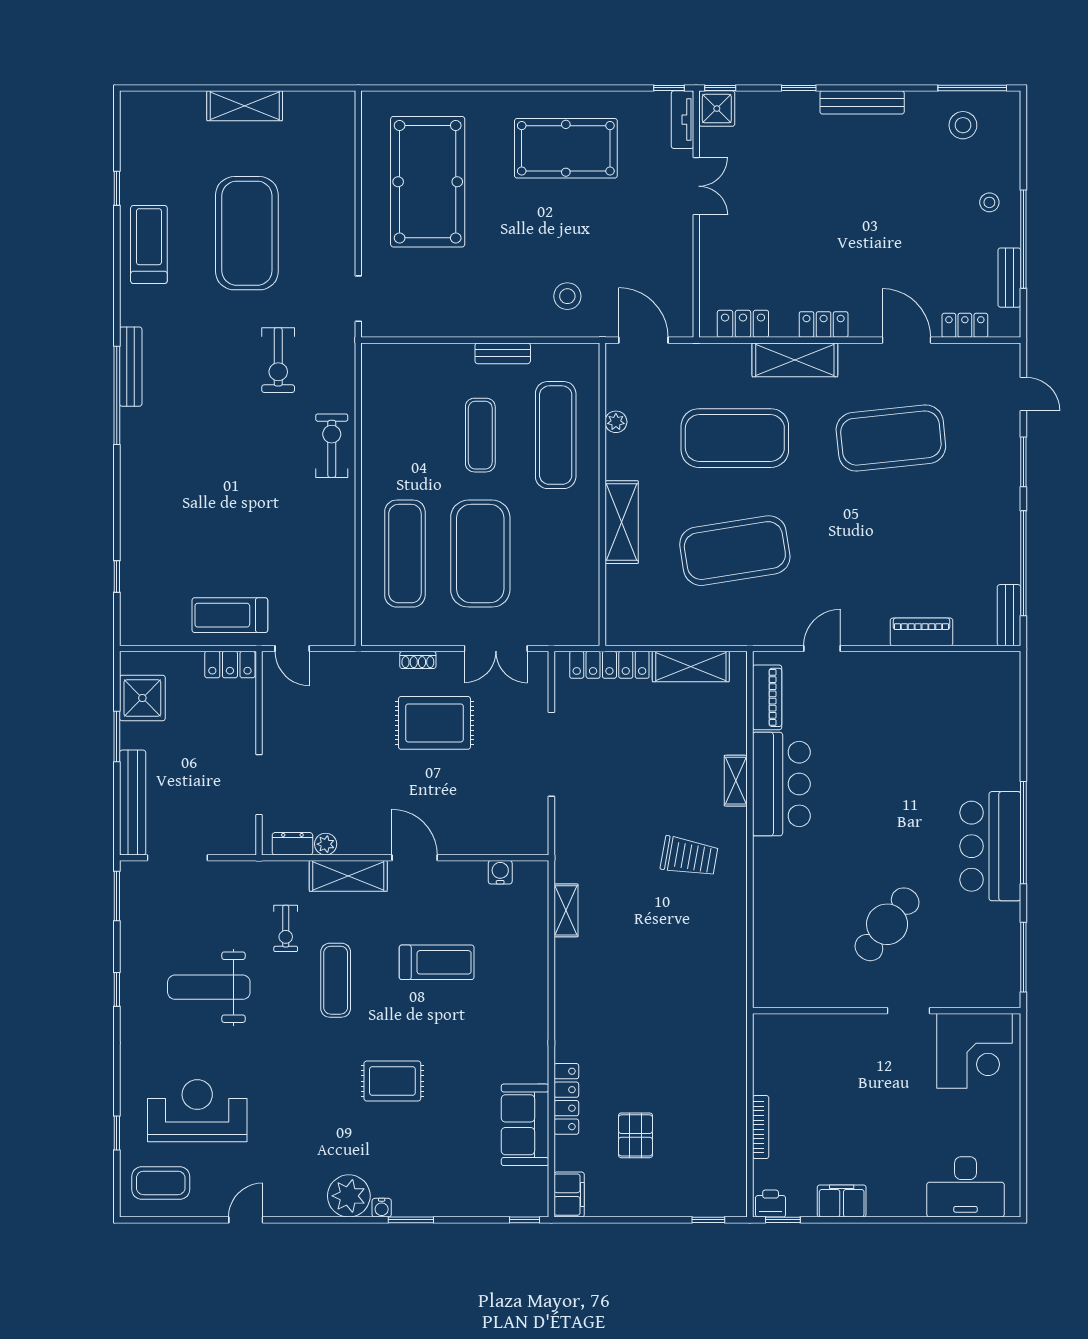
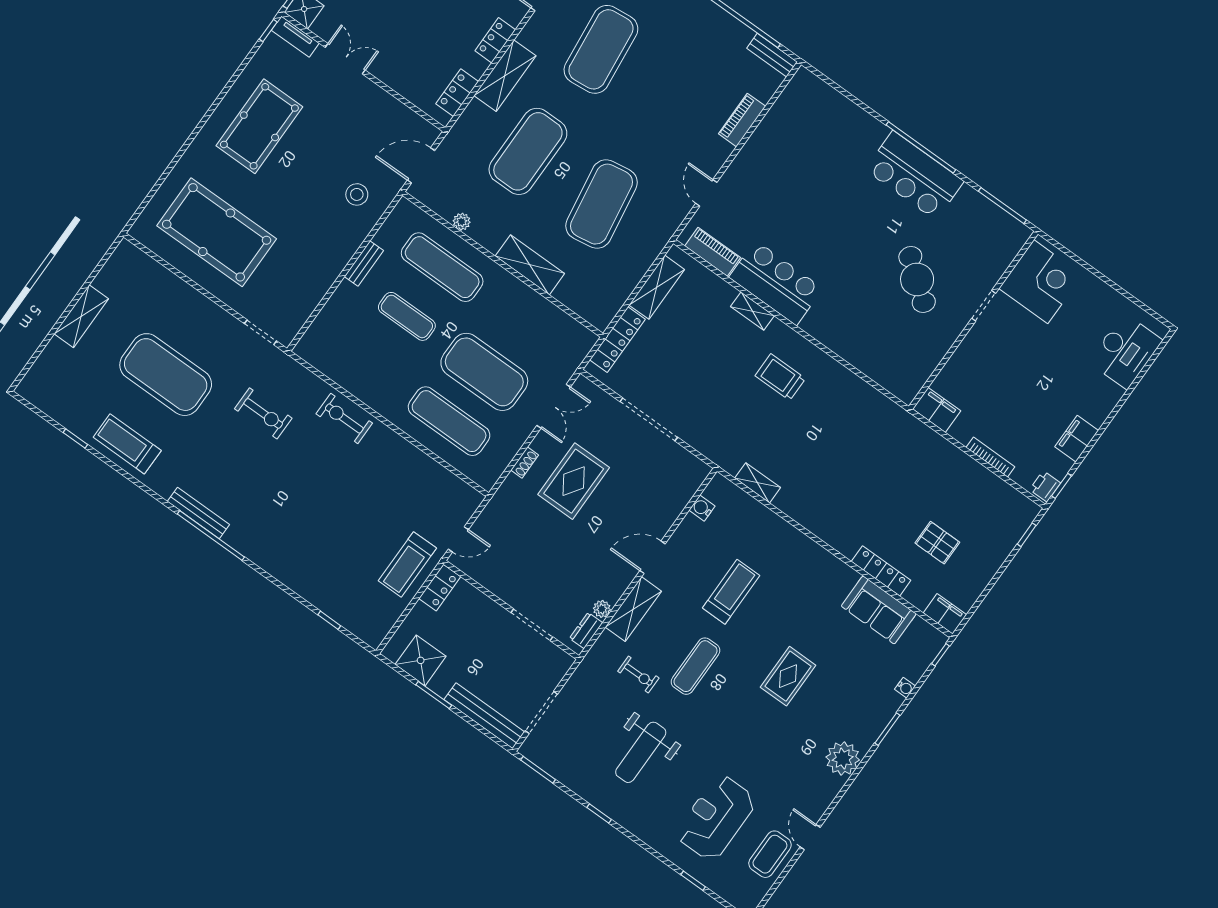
trolley: (689, 857) -> (780, 377), turned -100
exercise mat: (336, 980) -> (696, 666), turned 90
filing cabinet: (769, 1038) -> (937, 410), added
coffee table: (161, 1183) -> (770, 854), moved
water cooler: (382, 1208) -> (905, 688), moved

